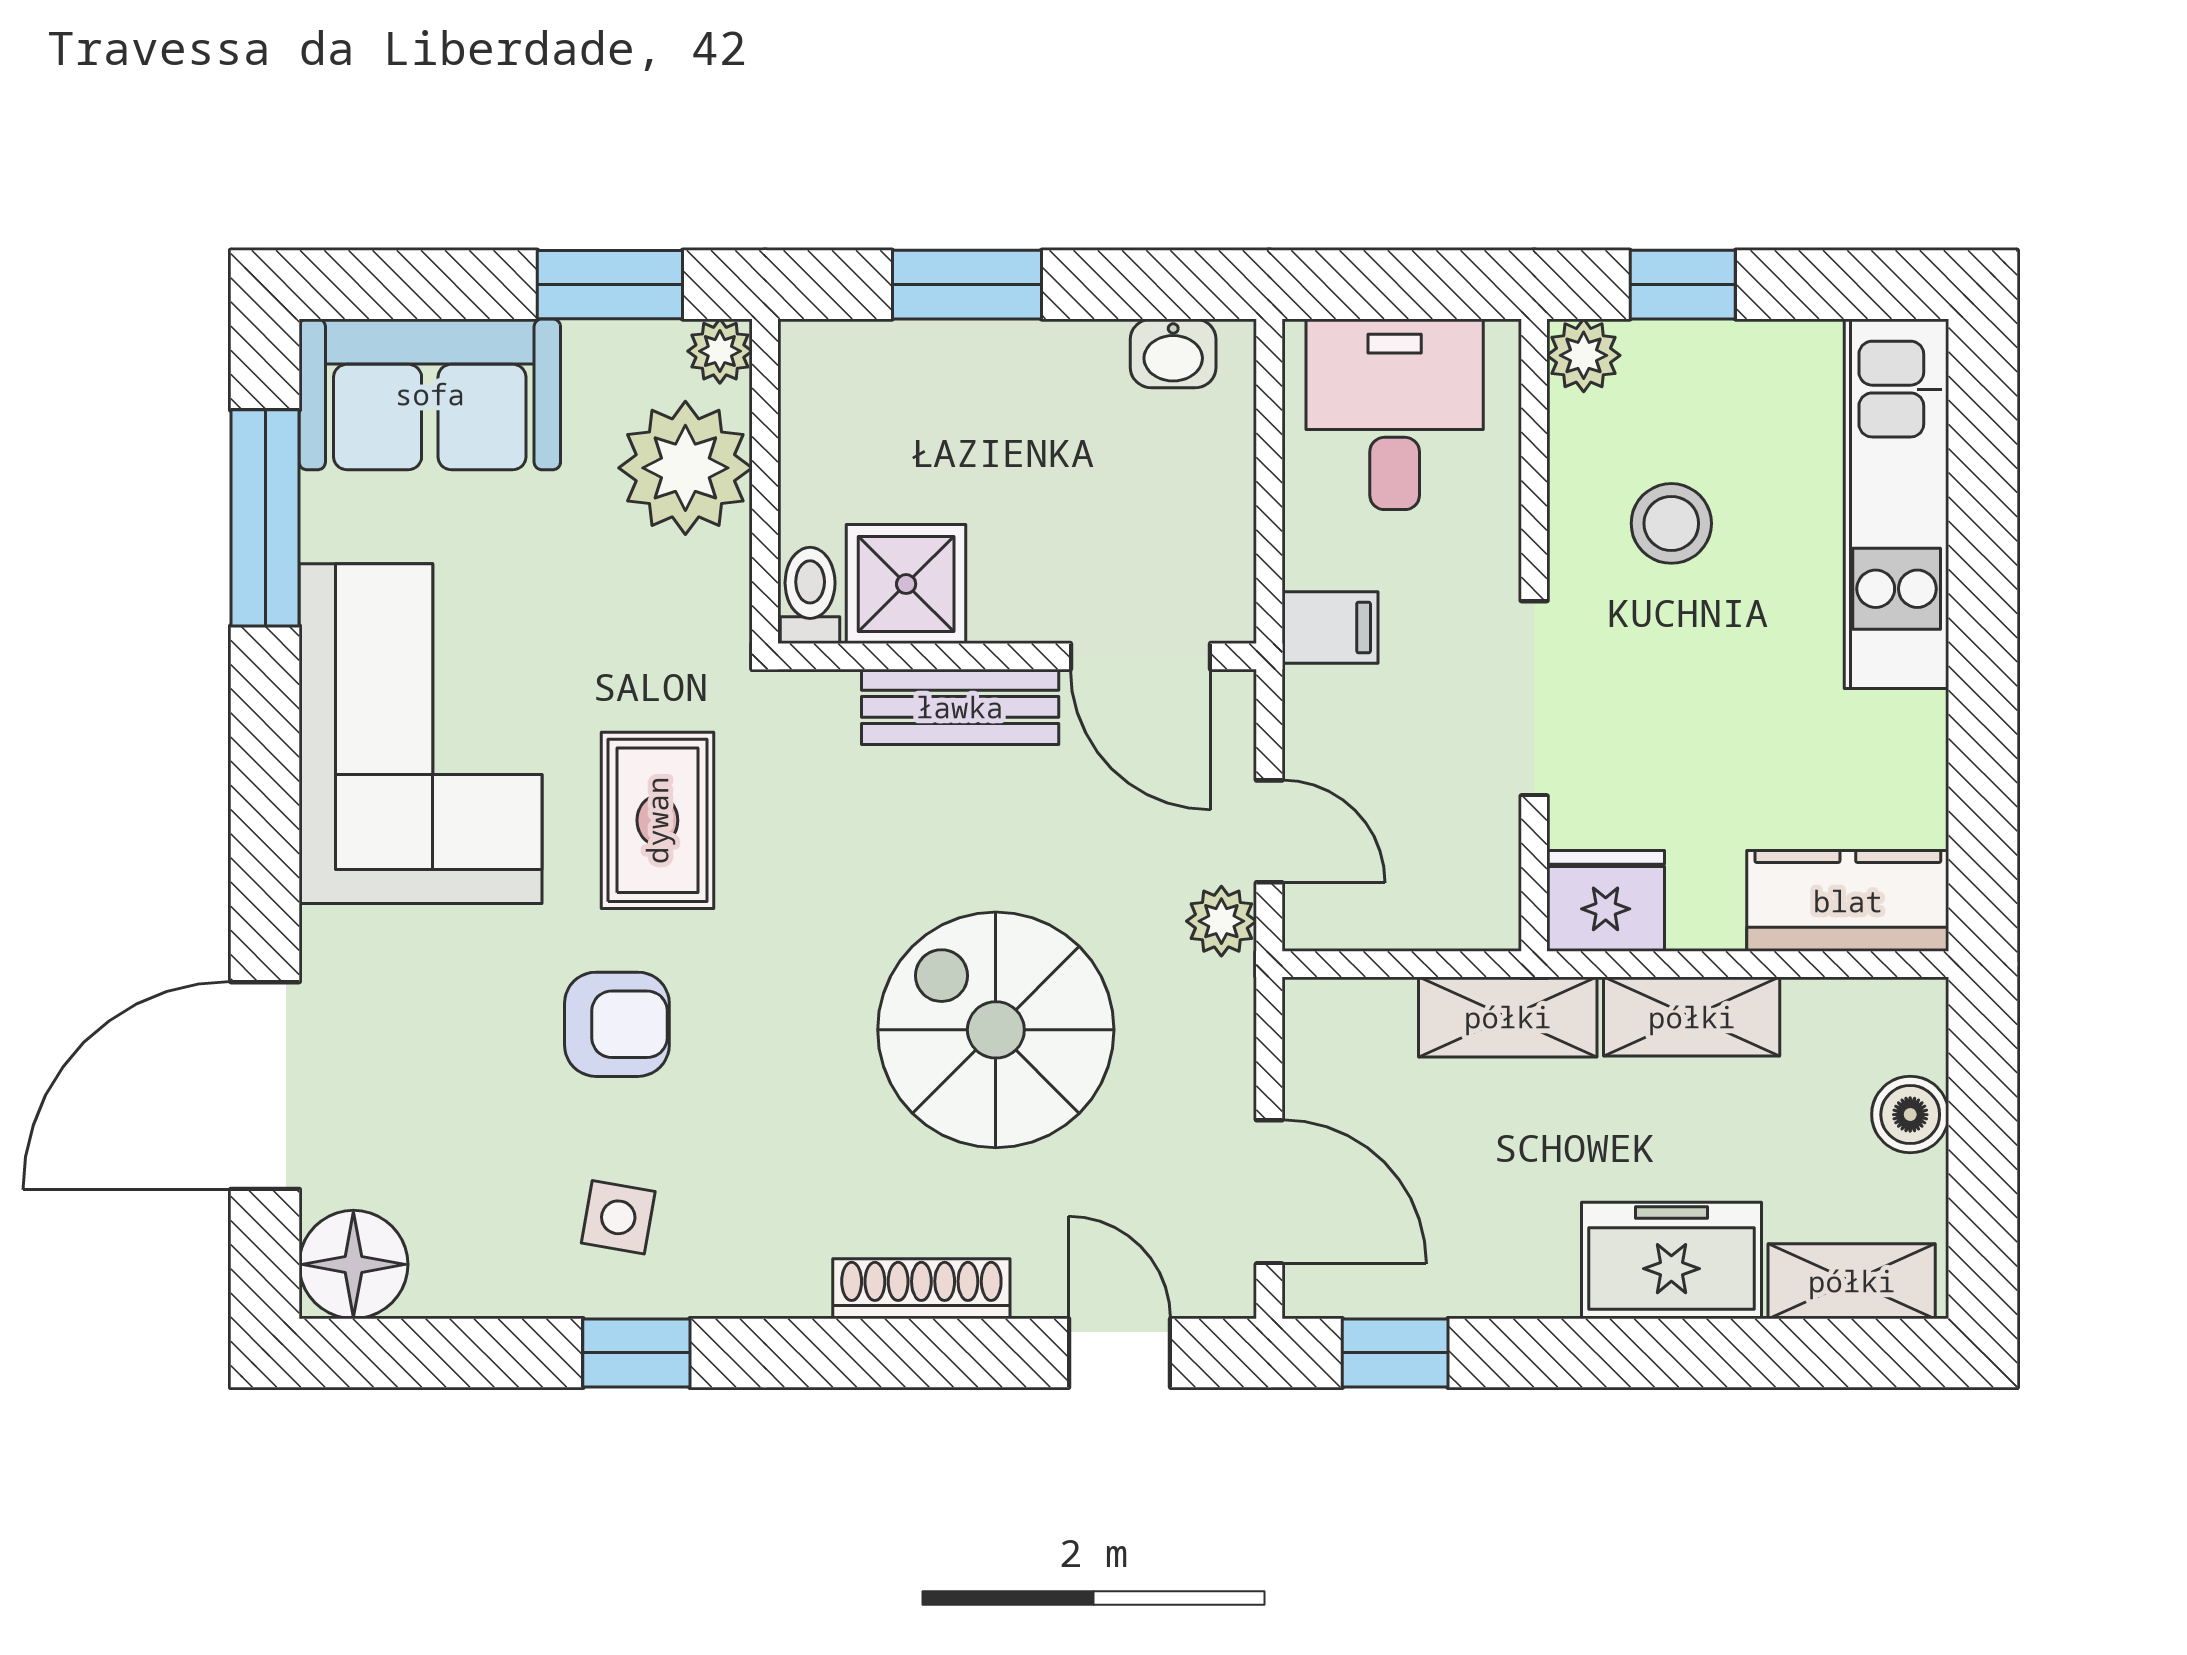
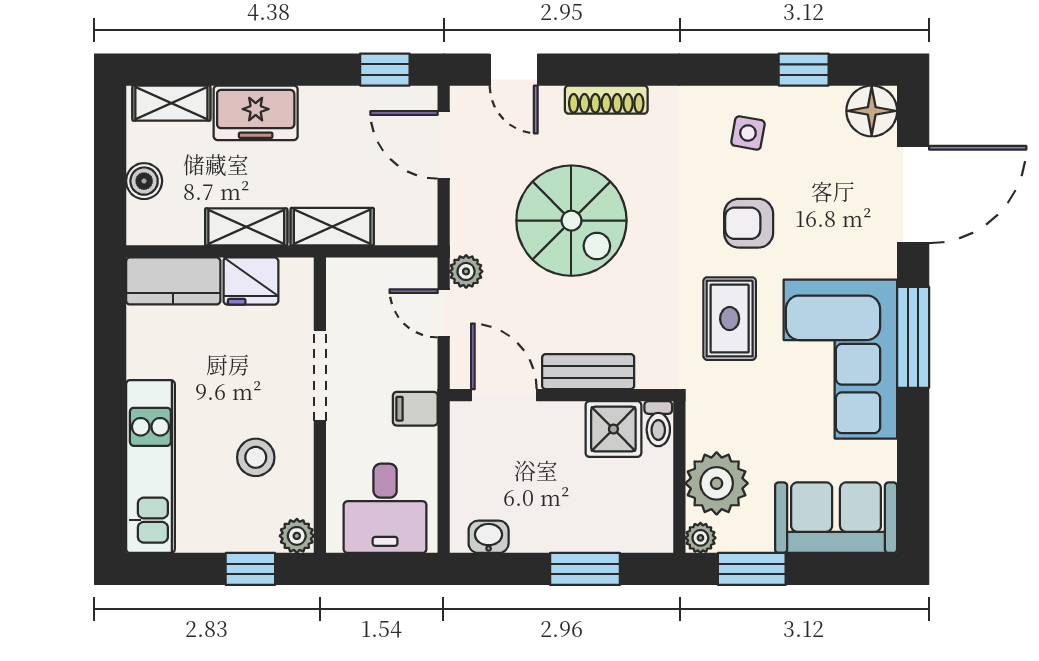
window: (265, 518) -> (913, 337), moved
fridge: (1606, 901) -> (251, 281), moved
window: (636, 1353) -> (804, 70), moved

